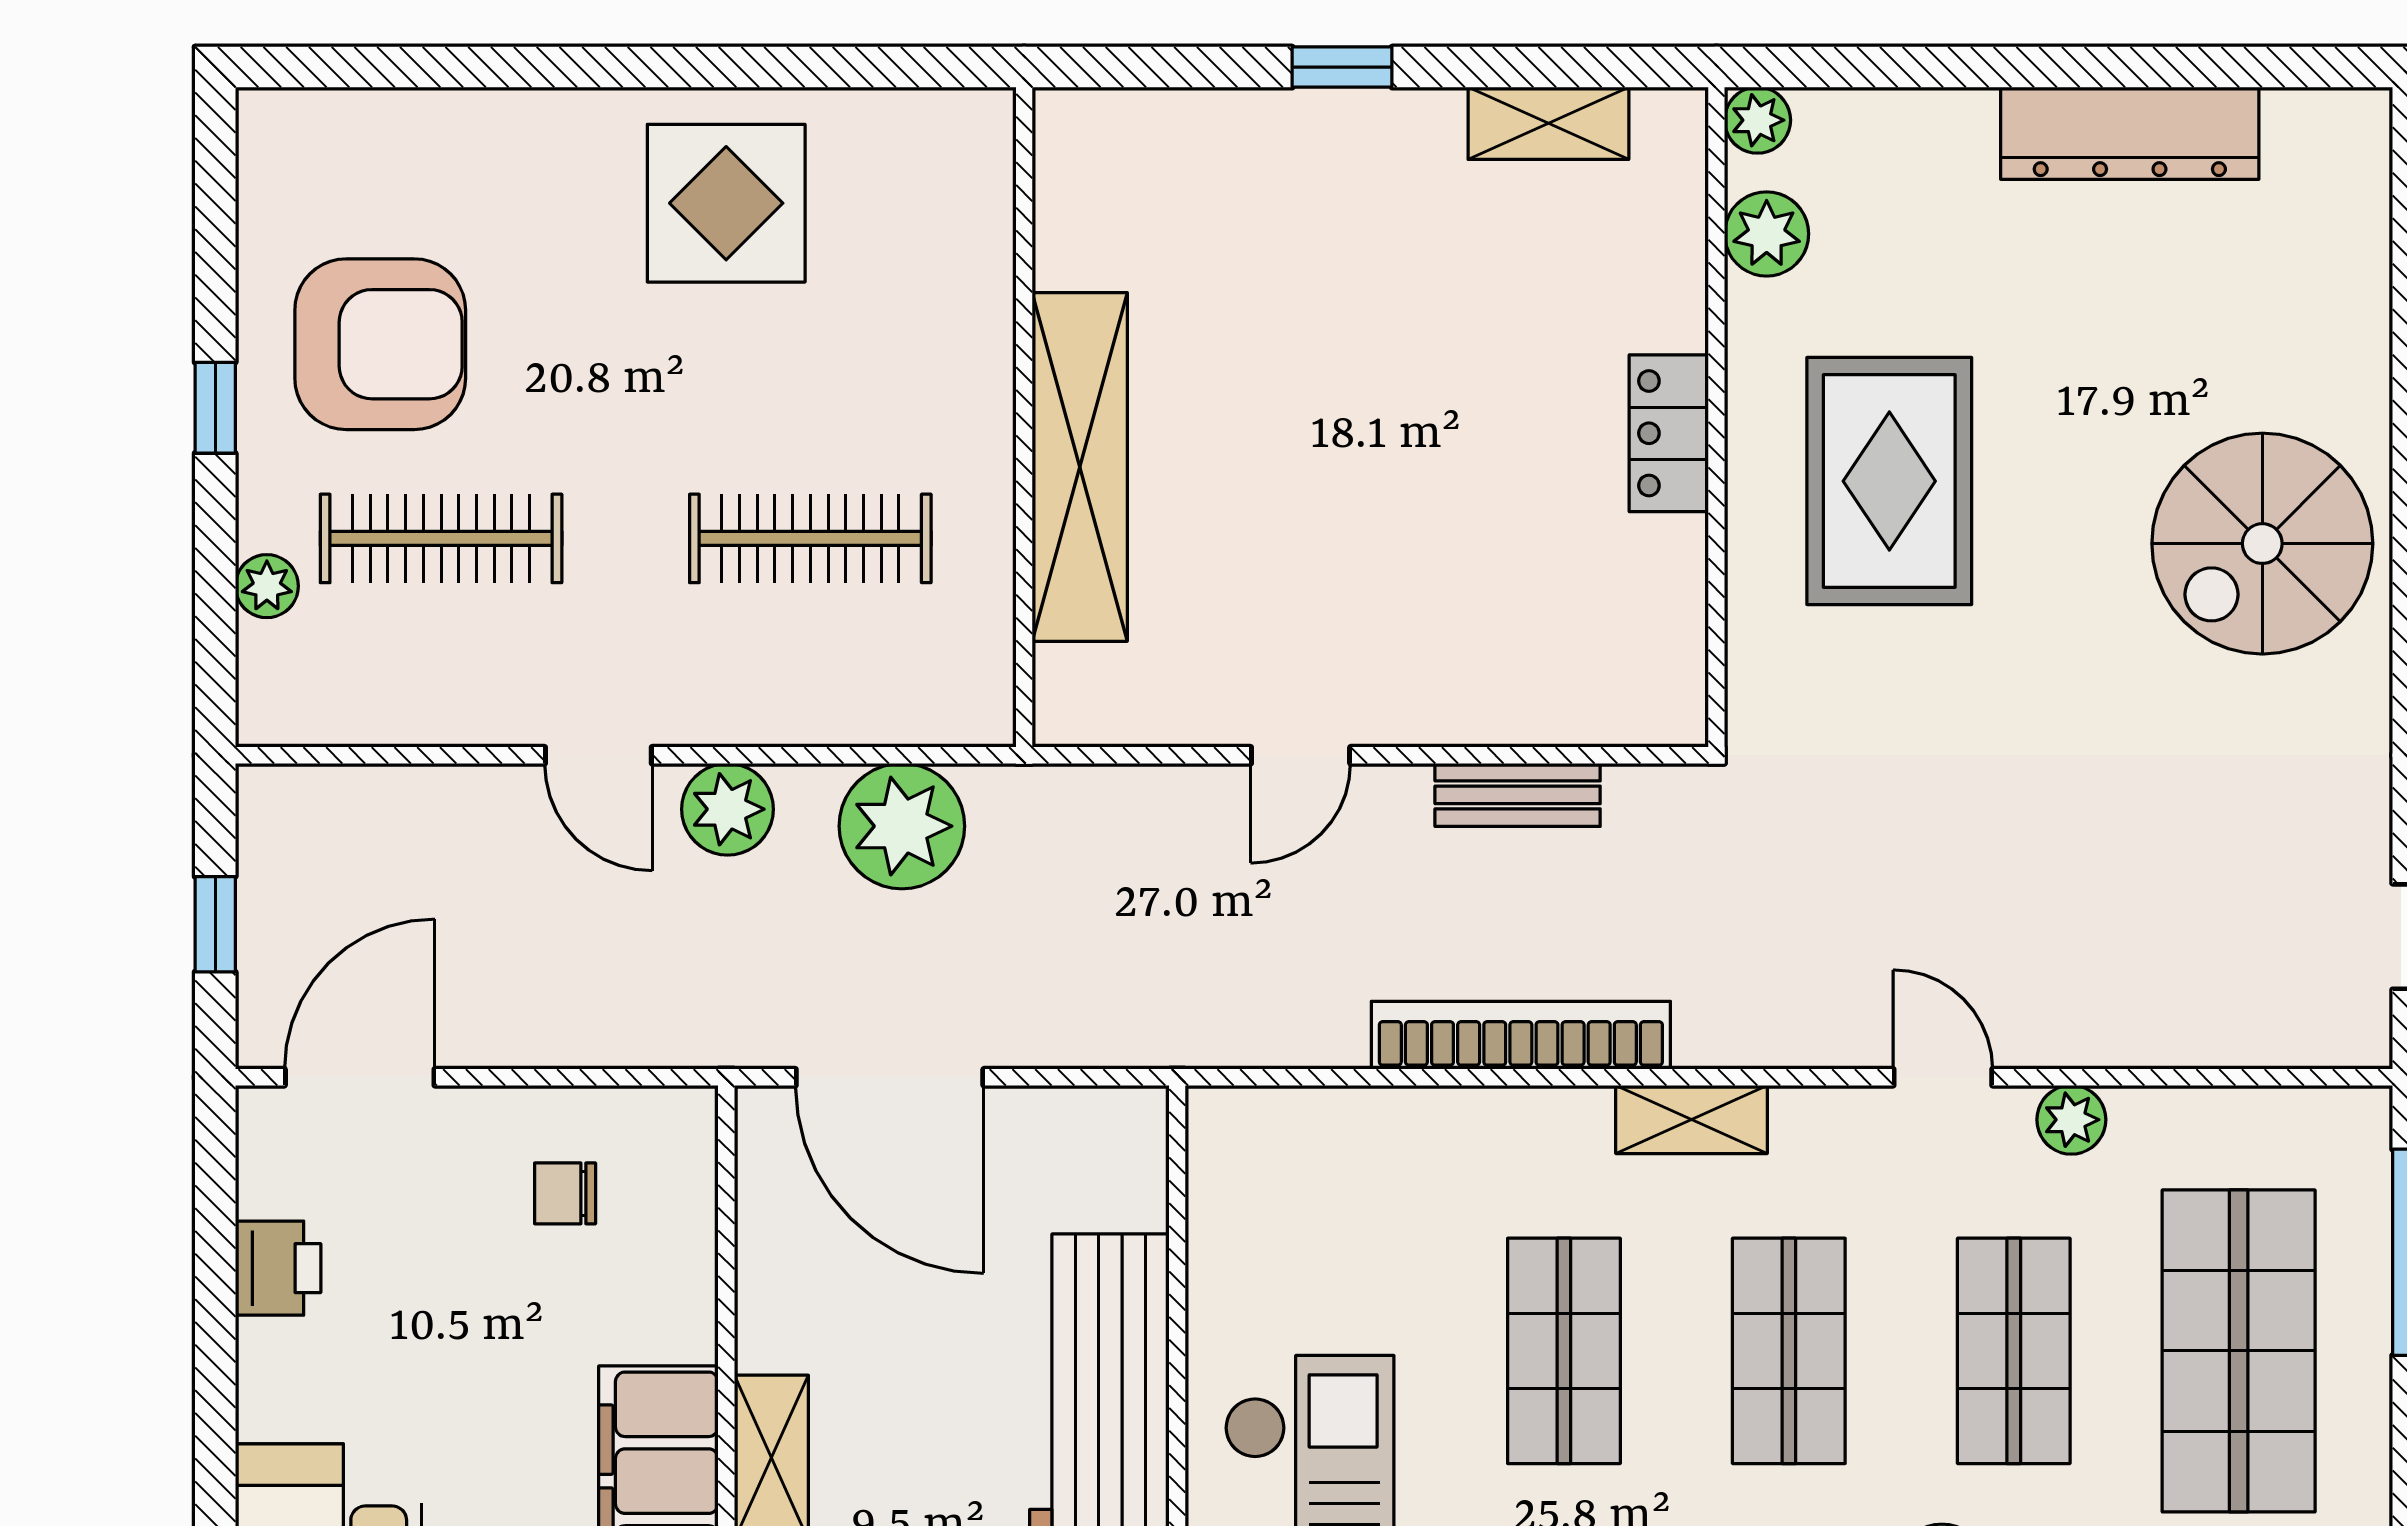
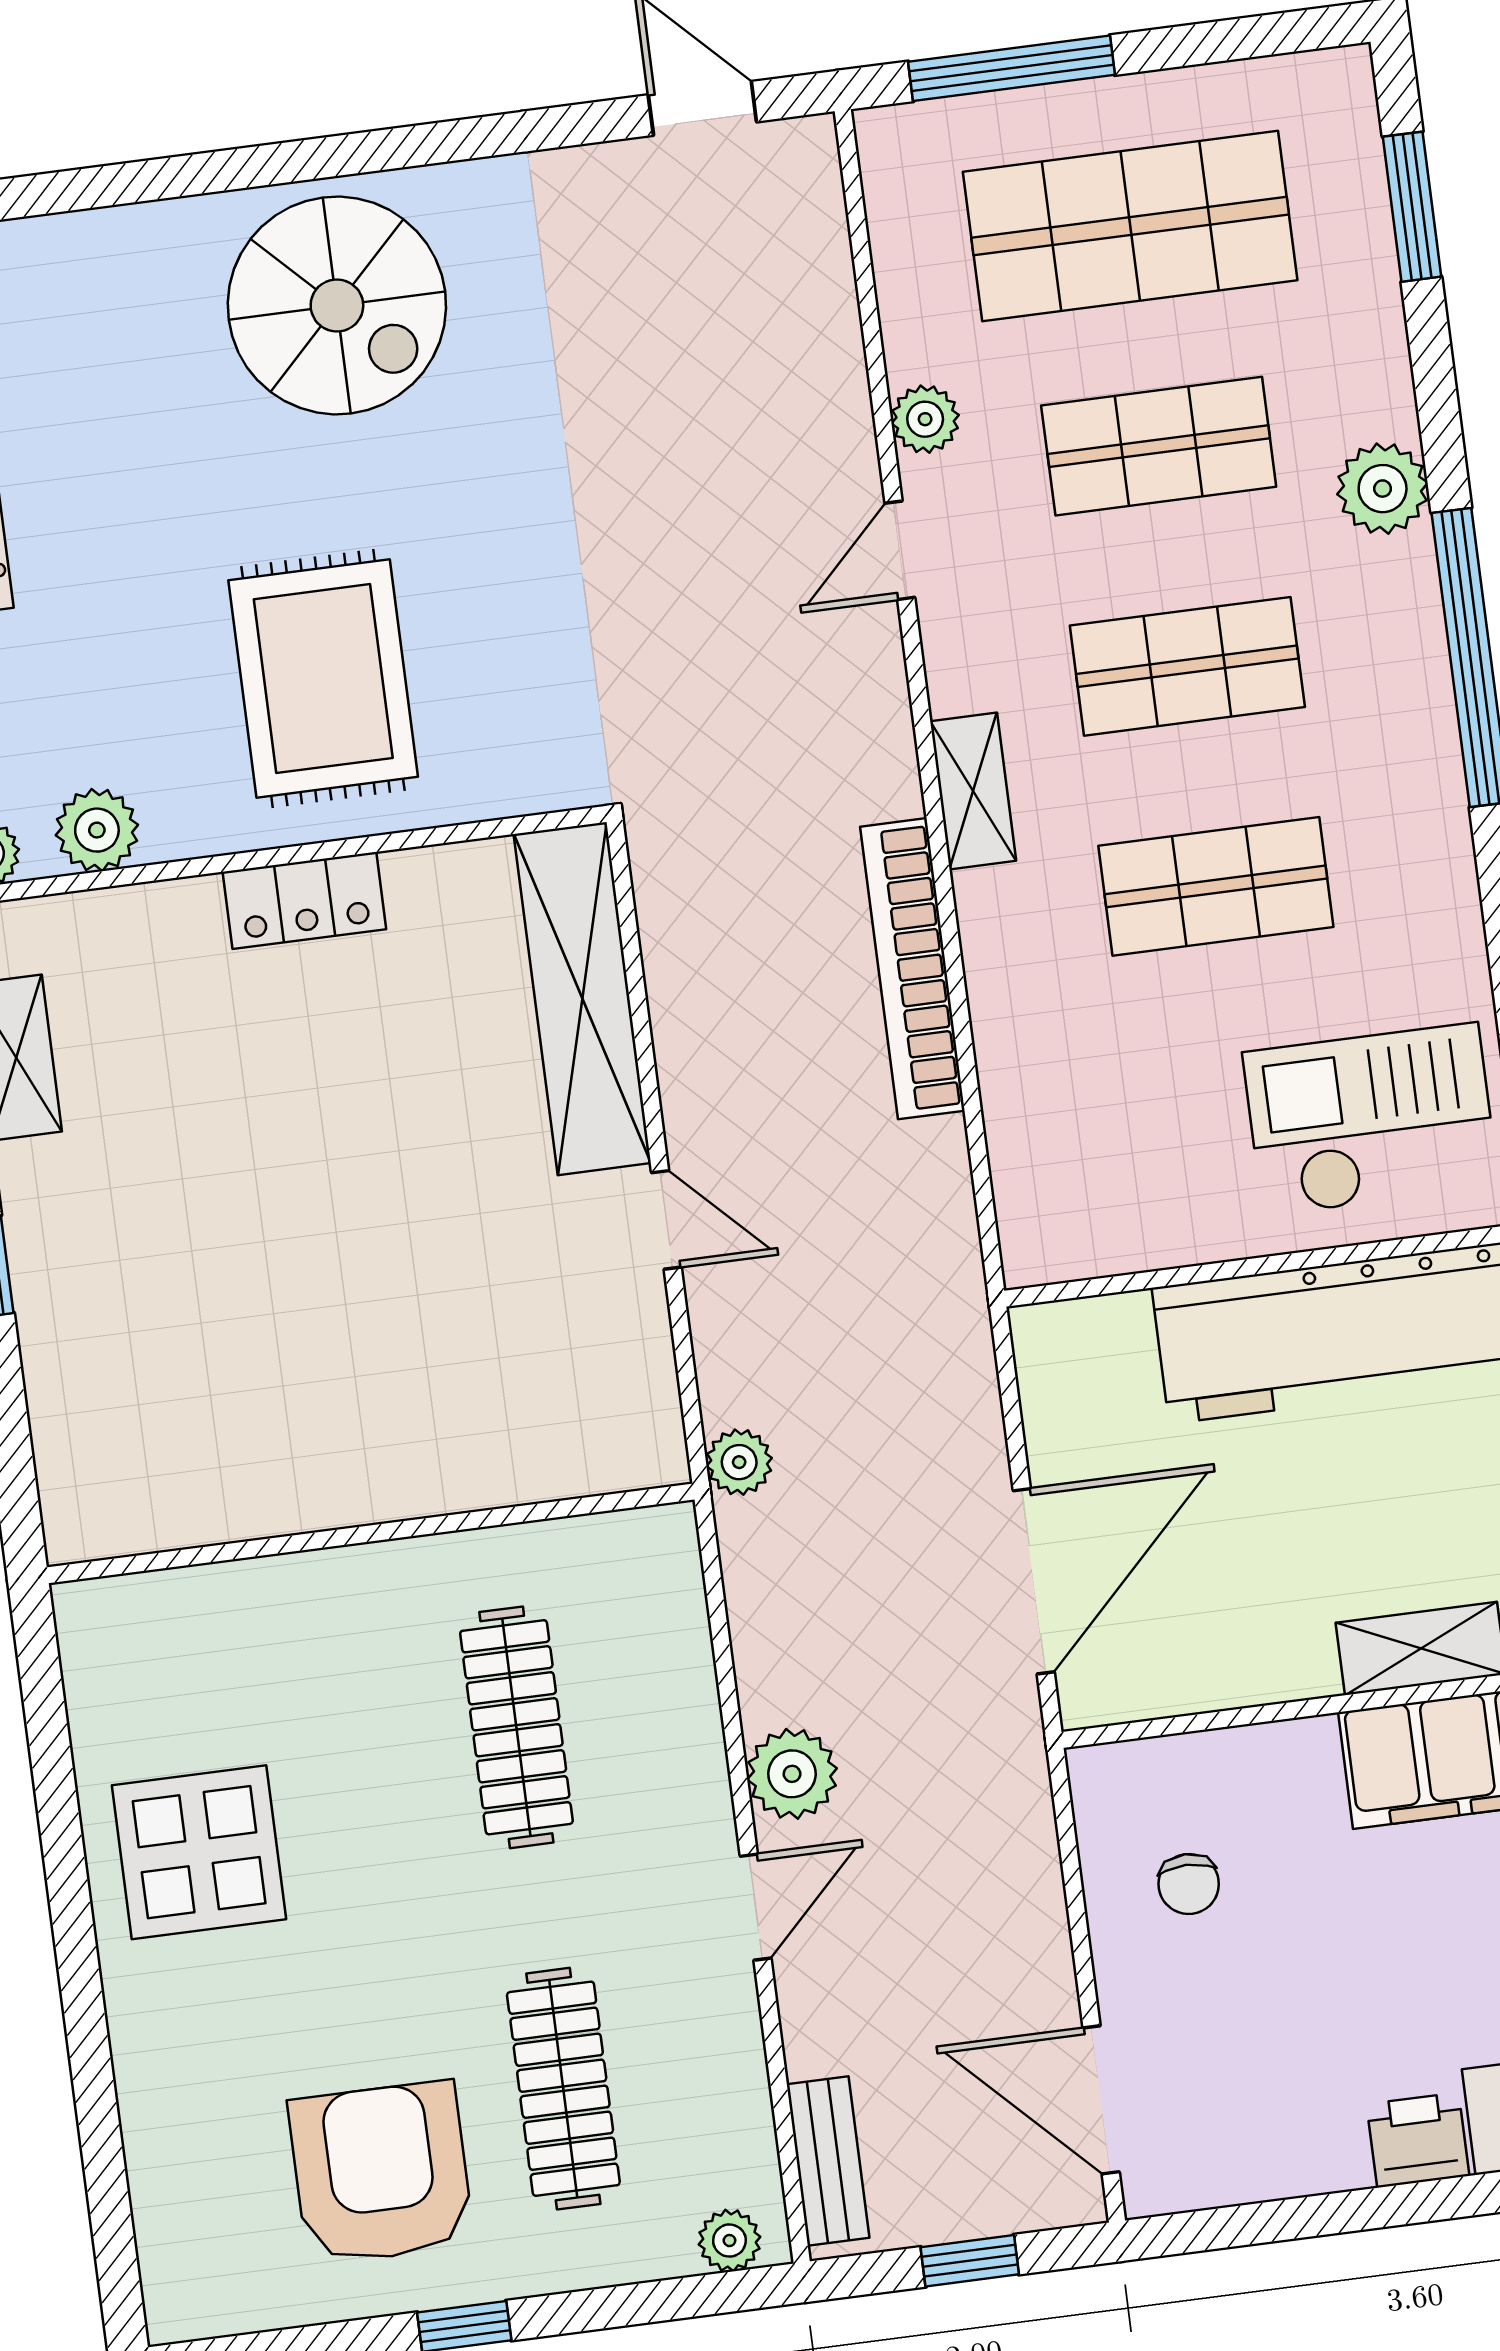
shelving: (1080, 467) -> (582, 999), moved, turned 90
rug: (1889, 481) -> (323, 679), turned 90
plant: (267, 586) -> (729, 2241), moved
bench: (1518, 795) -> (828, 2161), moved
plant: (902, 826) -> (739, 1462), moved, width x0.53, depth x0.53
printer: (278, 1268) -> (1418, 2140), moved

